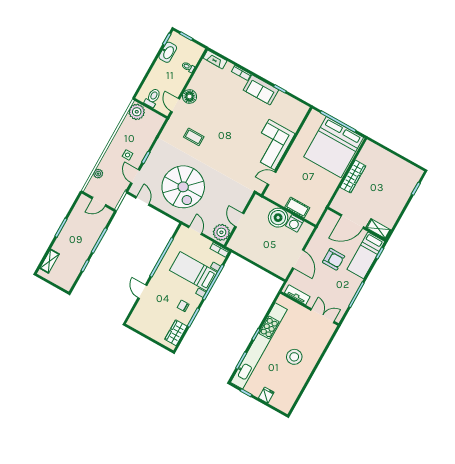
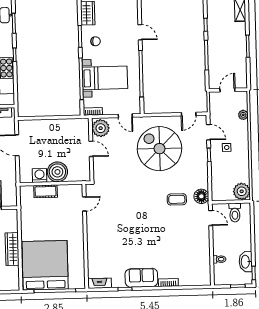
fireplace: (215, 59) -> (100, 283), moved
floor lamp: (190, 97) -> (201, 196), moved
corner sofa: (272, 145) -> (102, 234), removed
door: (142, 201) -> (189, 114), hinge flipped

